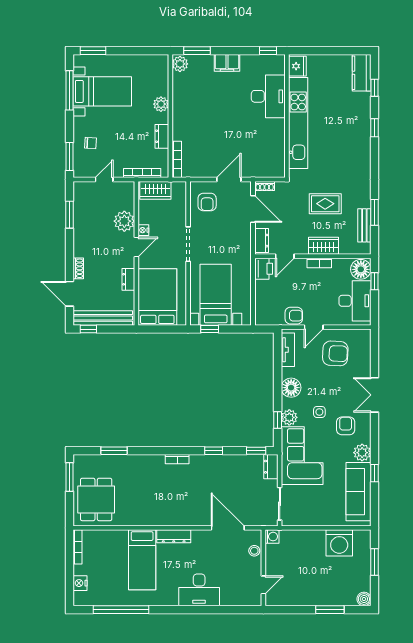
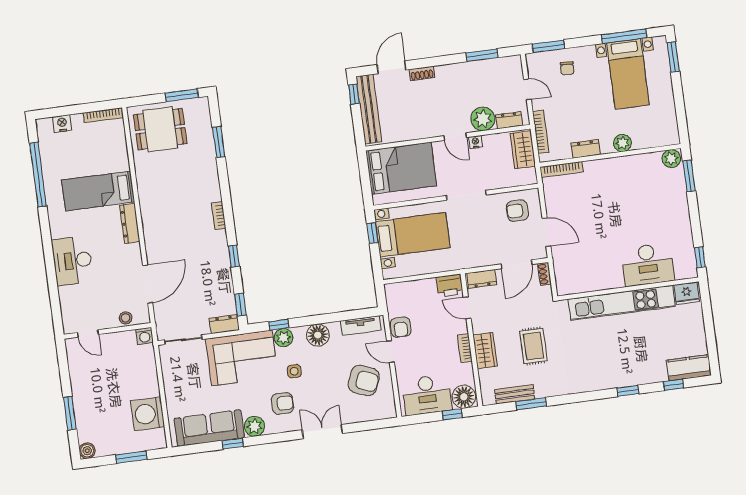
filing cabinet: (227, 63) -> (680, 212), removed
dresser: (128, 279) -> (509, 120), moved
armchair: (335, 353) -> (364, 380), turned -70

